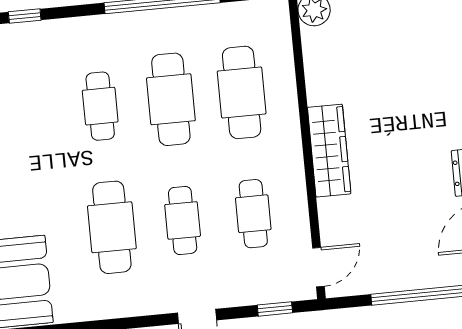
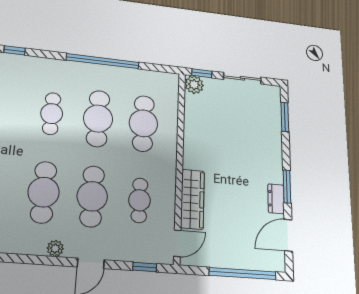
wardrobe: (329, 151) -> (193, 199), moved
cafe table: (183, 220) -> (92, 196), width x1.37, depth x1.35
plant: (144, 304) -> (55, 248), added

